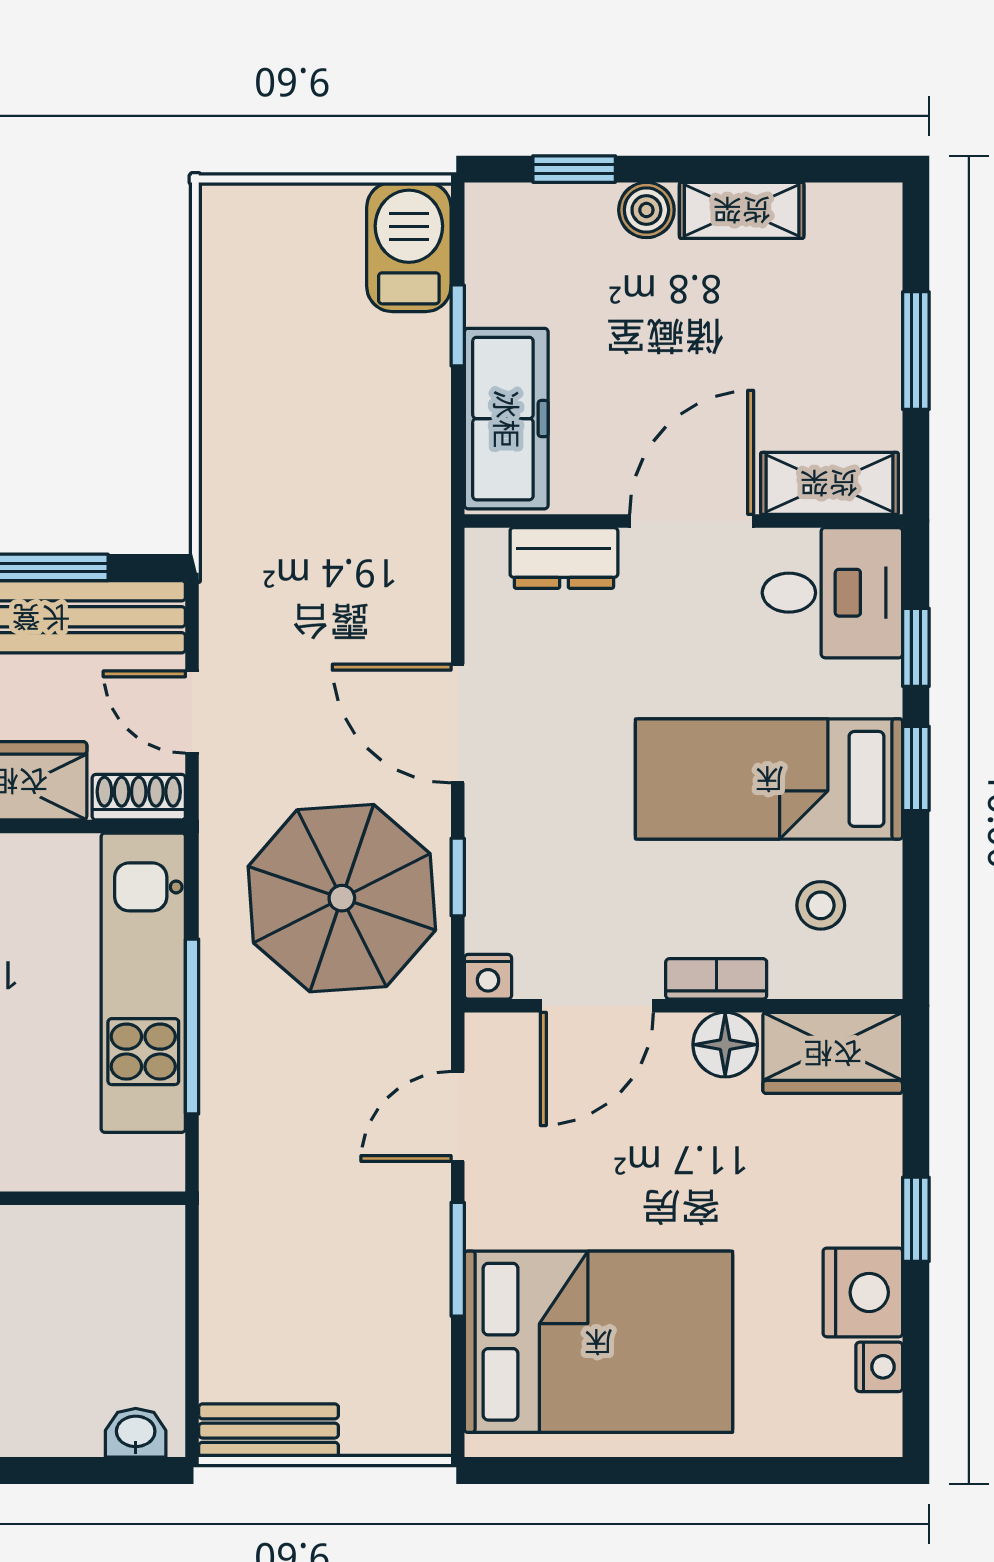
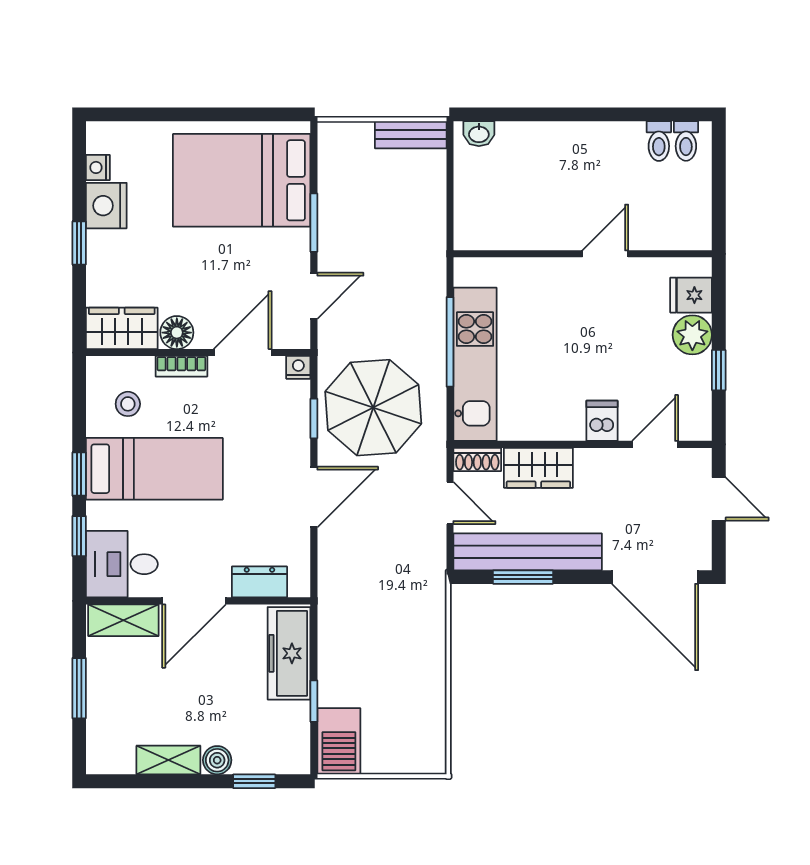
door: (458, 724) -> (314, 497), hinge flipped

